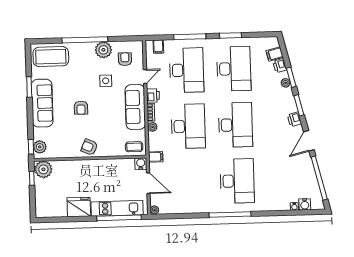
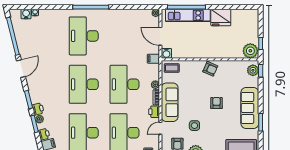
printer: (294, 119) -> (38, 109), moved

